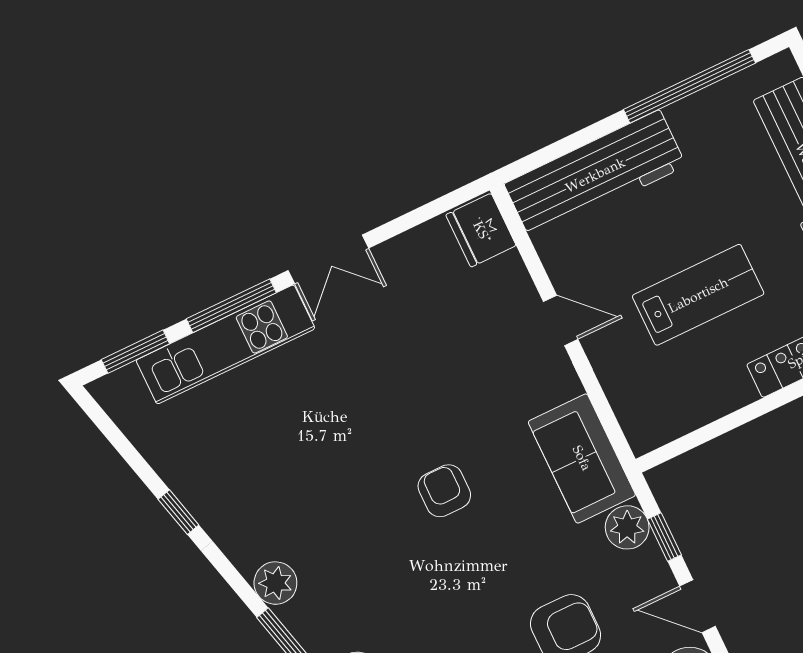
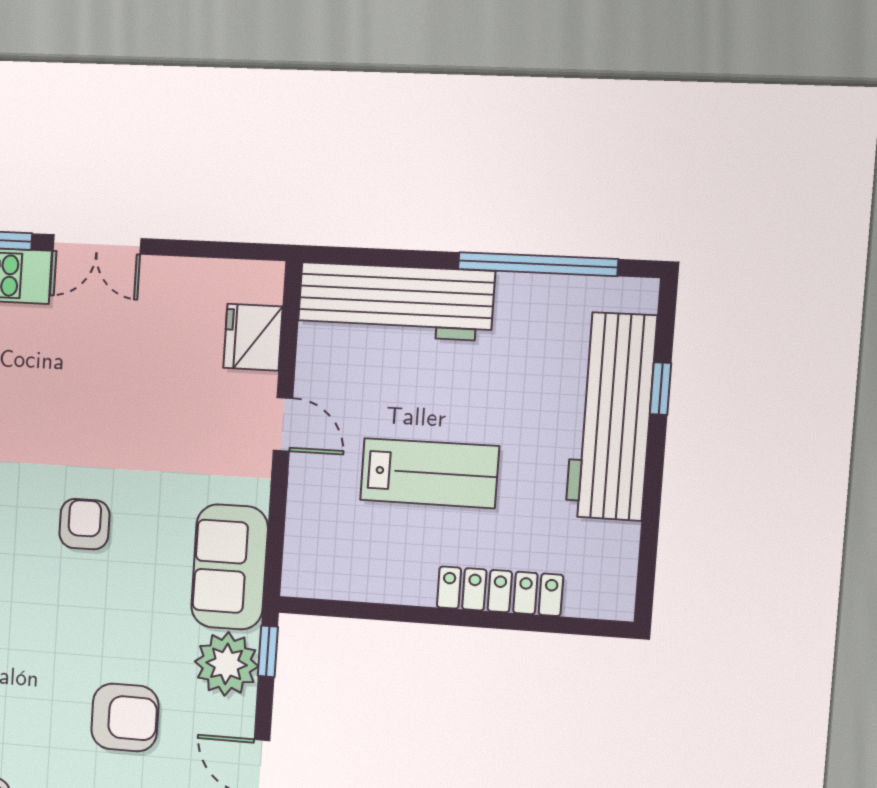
fridge: (481, 230) -> (253, 337), moved
plant: (627, 527) -> (227, 664), width x1.36, depth x1.36
window: (664, 537) -> (268, 651), moved

